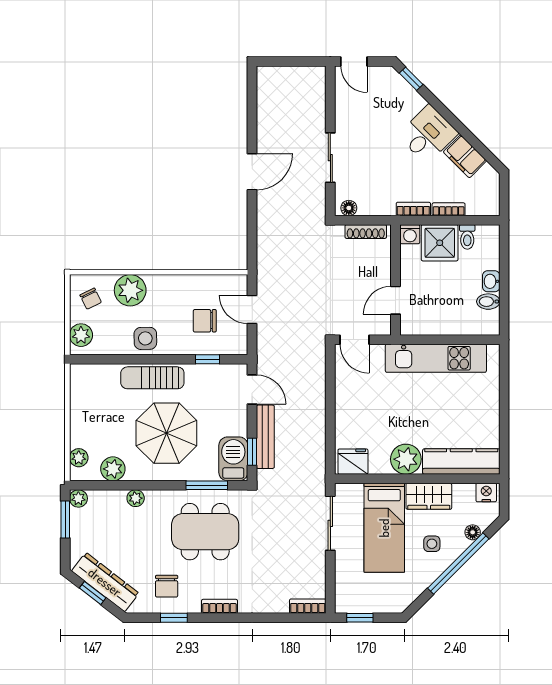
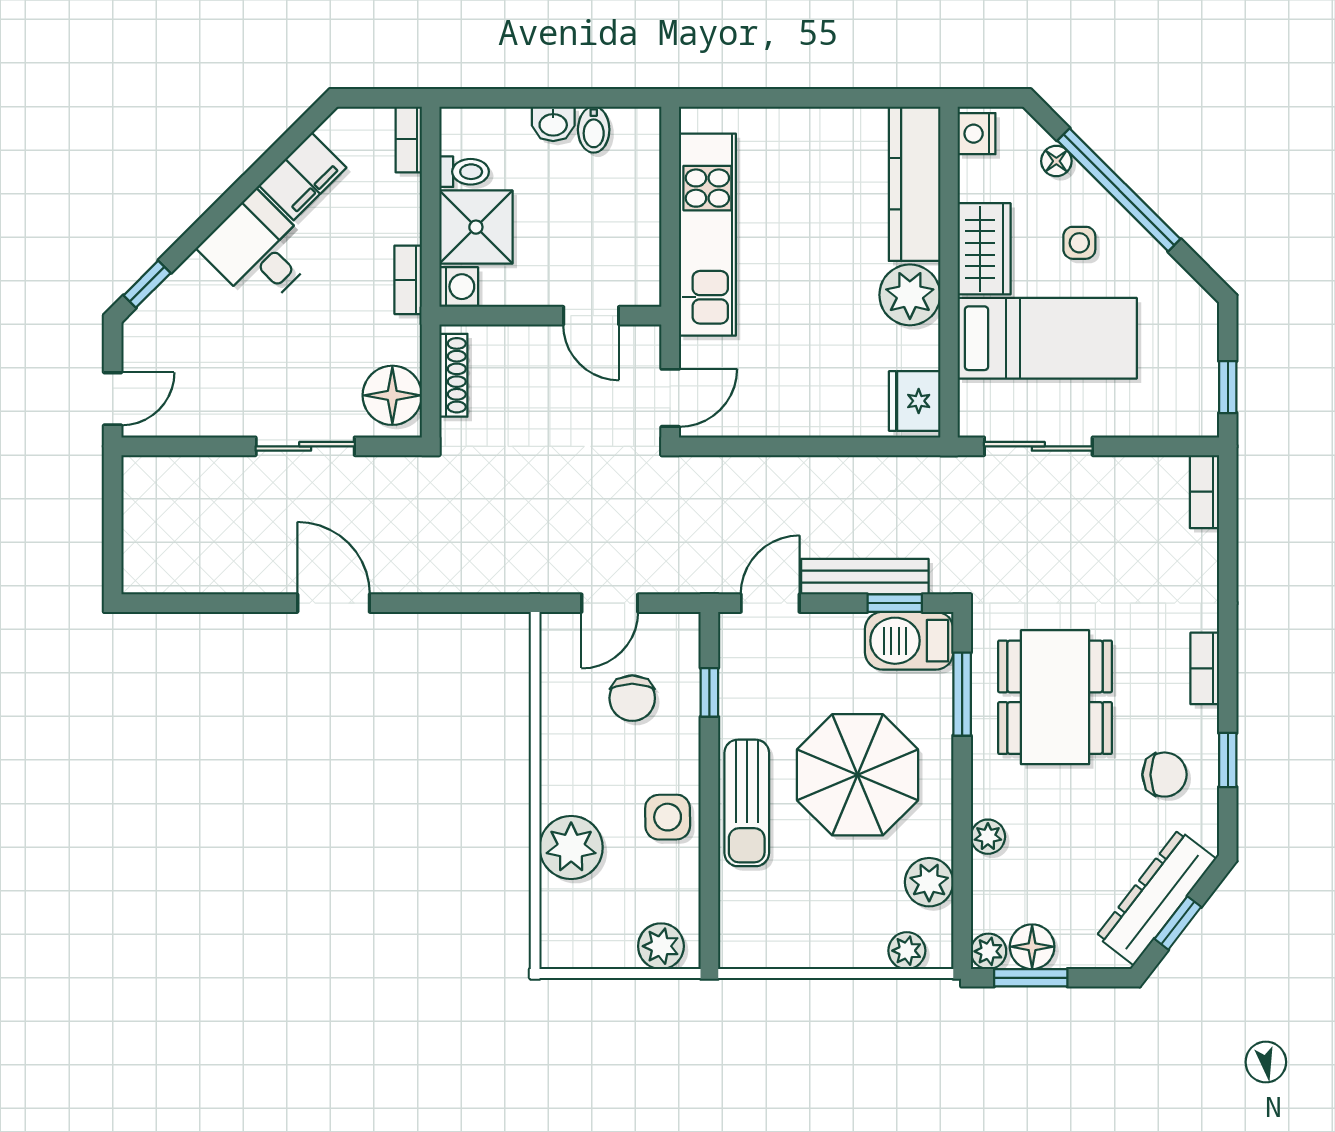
floor lamp: (349, 208) -> (392, 395), width x1.89, depth x1.89
bookcase: (449, 209) -> (409, 139), moved
chair: (91, 299) -> (588, 927), removed
floor lamp: (81, 520) -> (1032, 947), added

